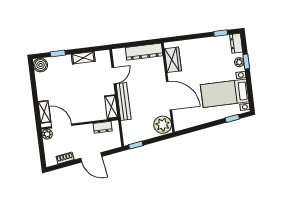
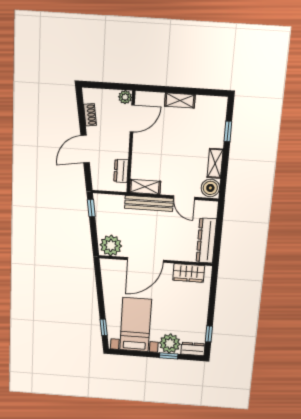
plant: (239, 62) -> (170, 343), width x1.88, depth x1.88
boiler: (40, 65) -> (210, 188), moved
shelving: (44, 112) -> (180, 100), moved

